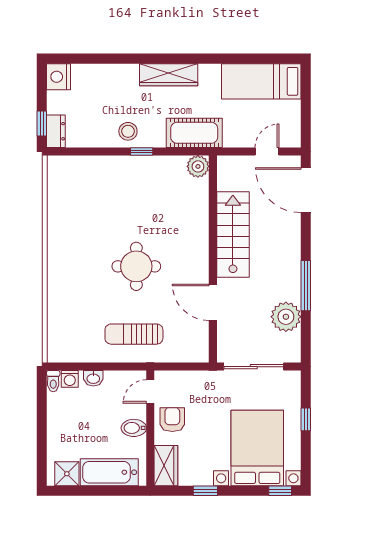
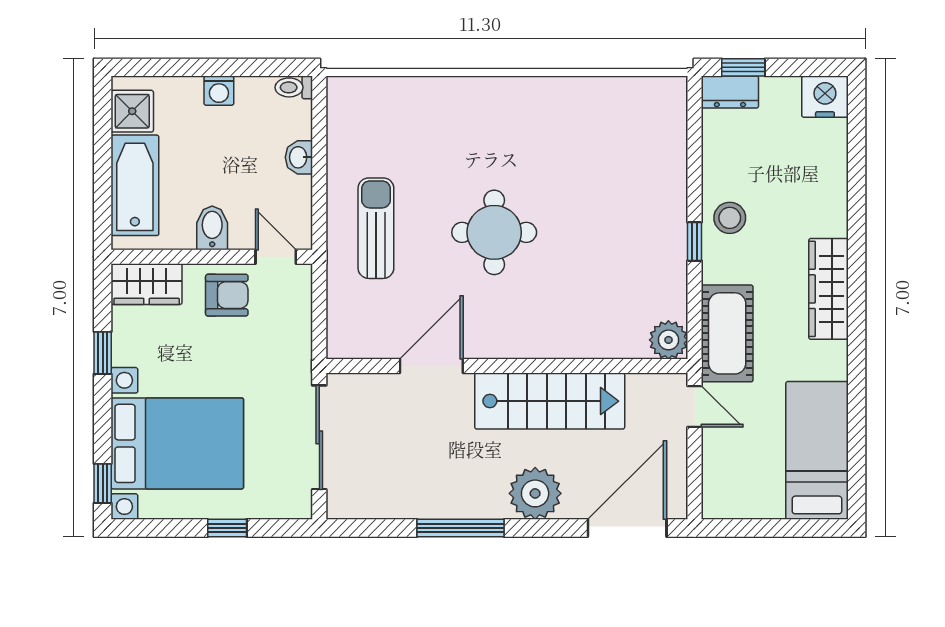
door: (267, 152) -> (695, 407), moved
plant: (286, 317) -> (535, 493), moved
washing machine: (70, 379) -> (219, 91), moved, turned -90

